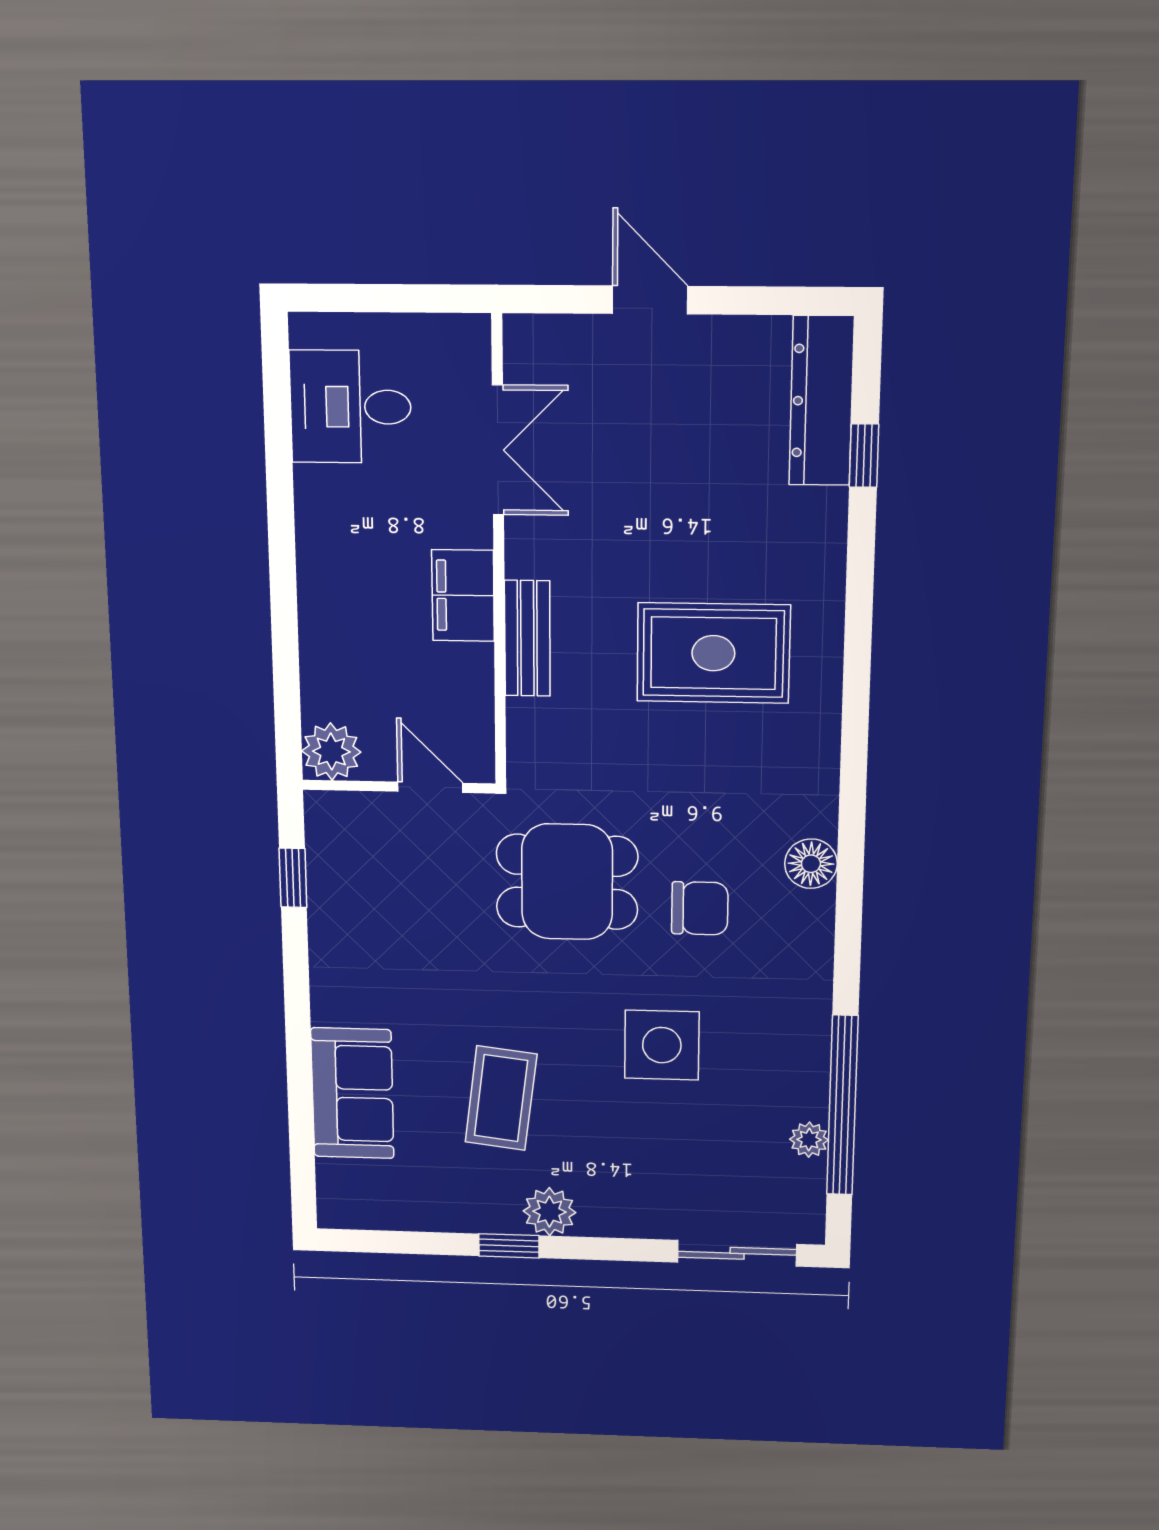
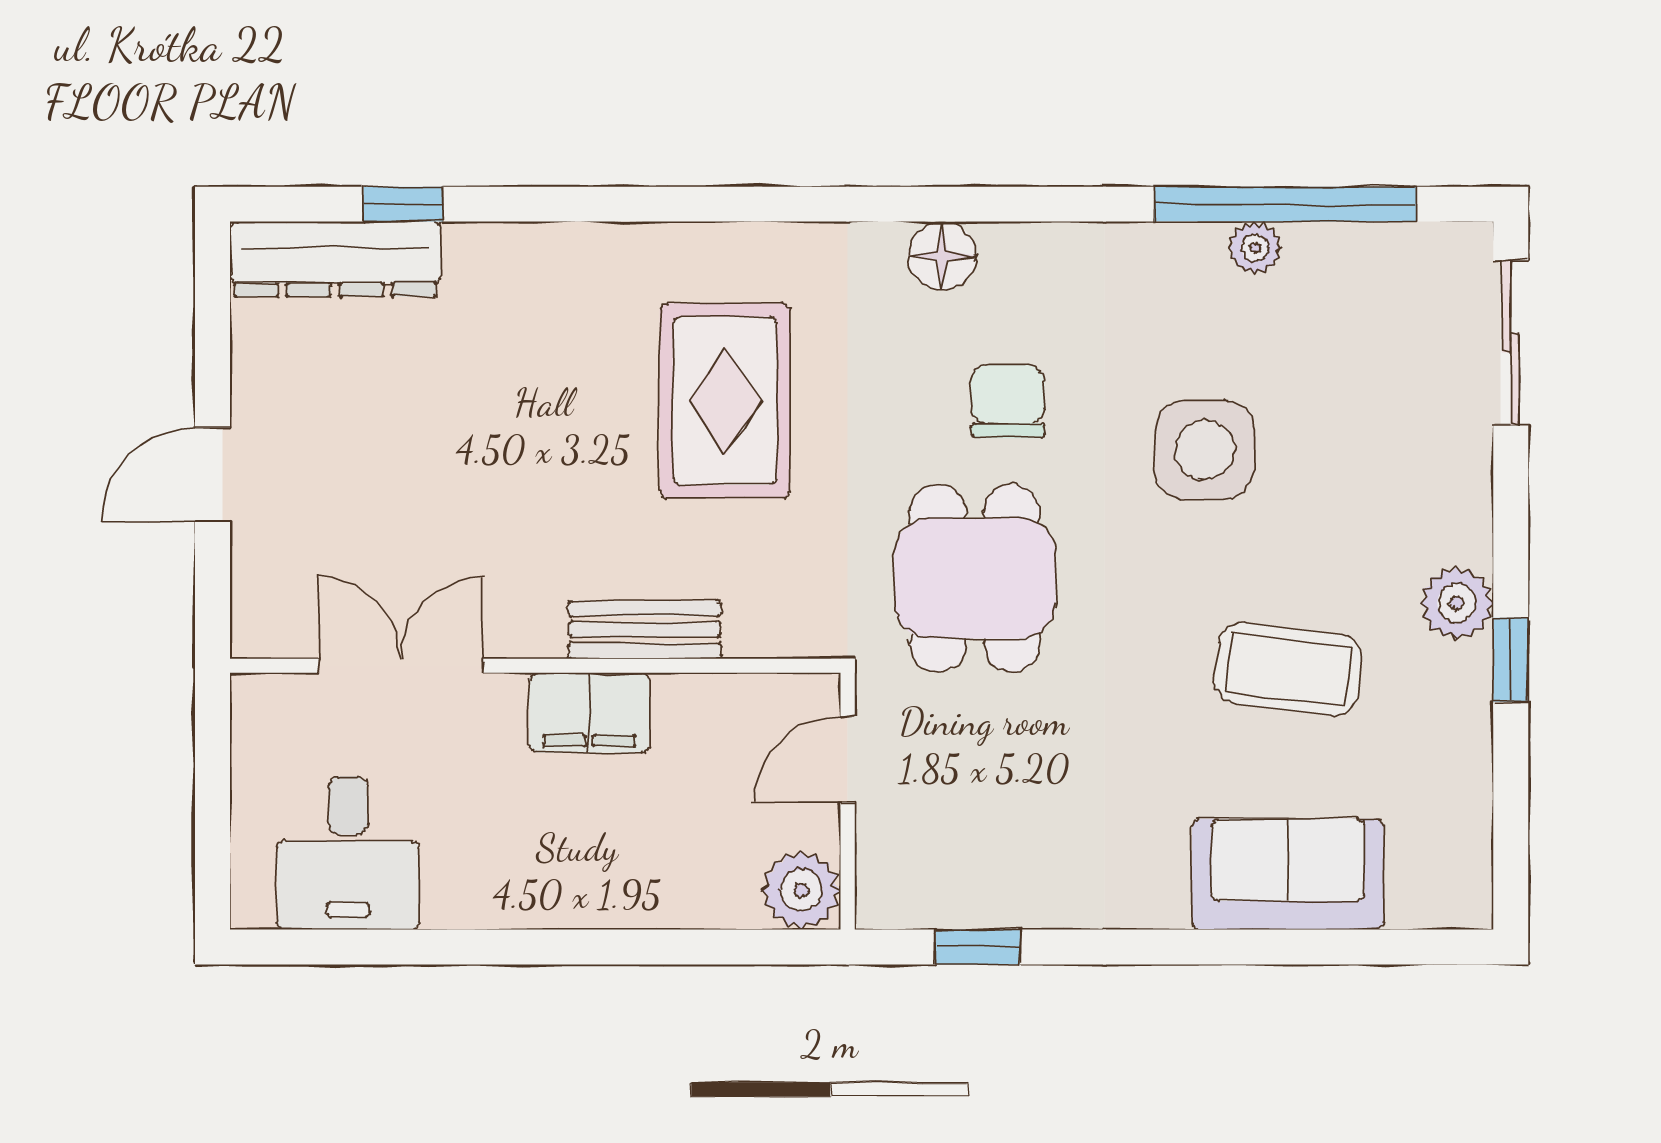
rug: (713, 653) -> (725, 401), moved
plant: (809, 1140) -> (1255, 248), moved

